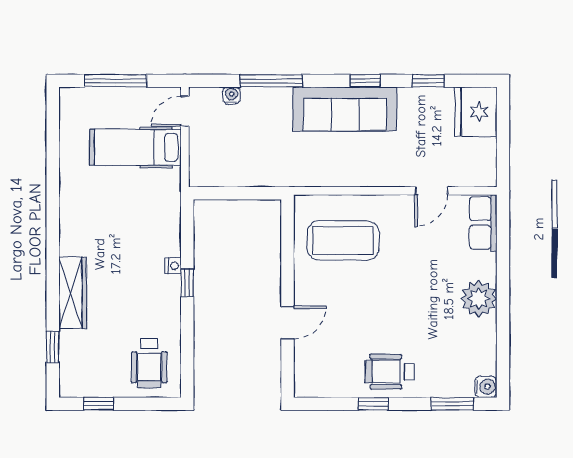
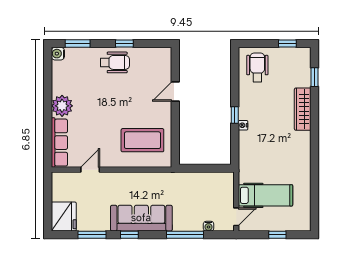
window: (116, 81) -> (277, 235), width x0.46
window: (428, 81) -> (92, 235), width x1.50
row of seats: (483, 223) -> (59, 143), width x1.48

